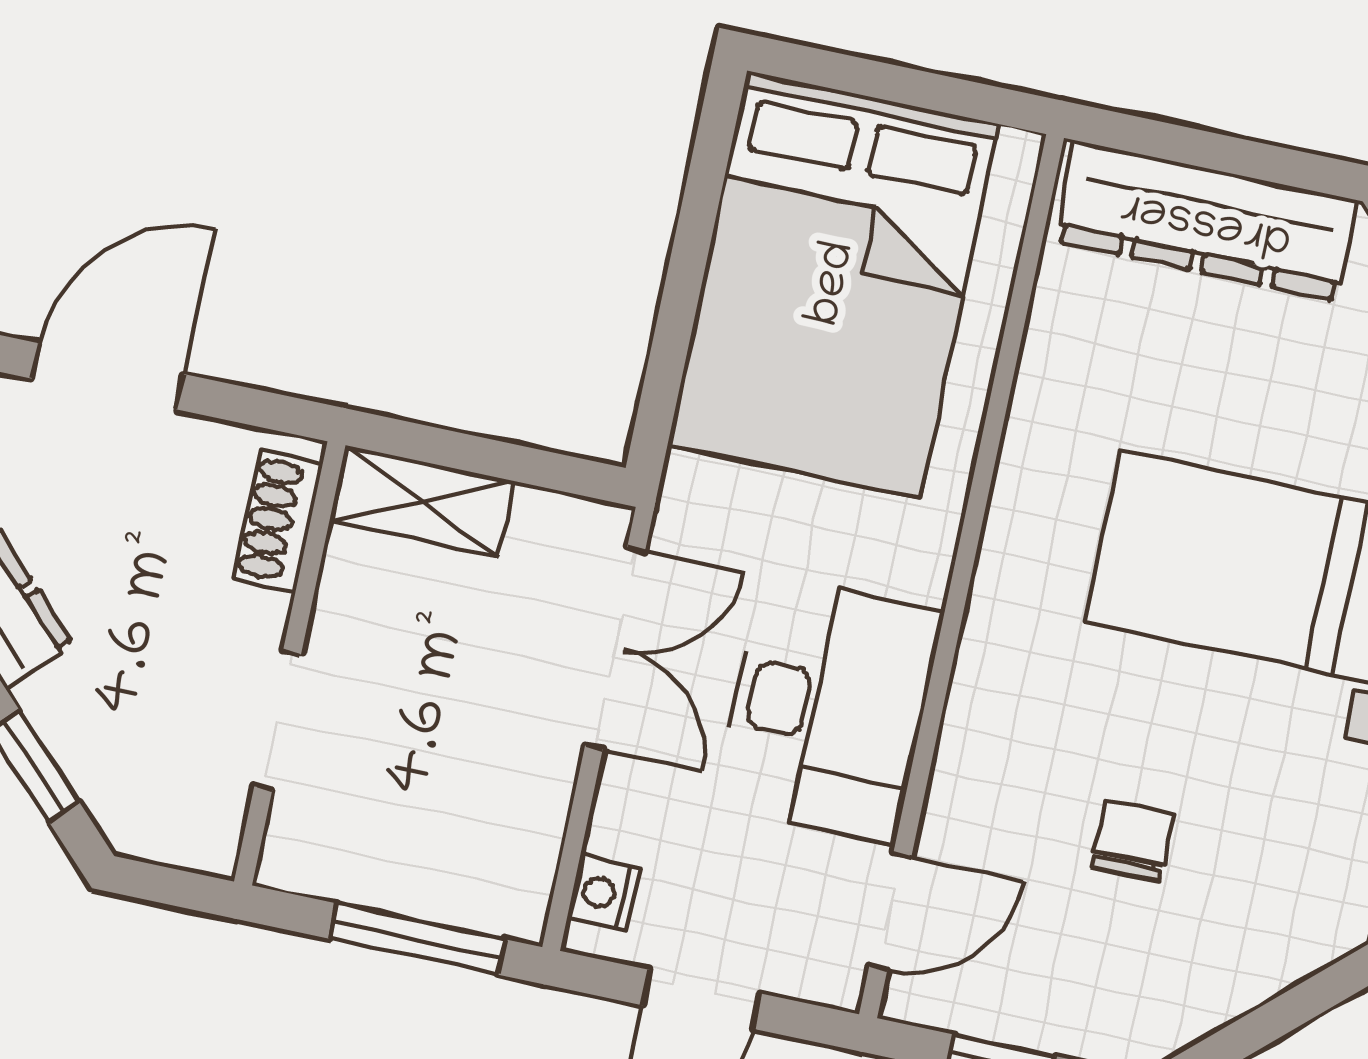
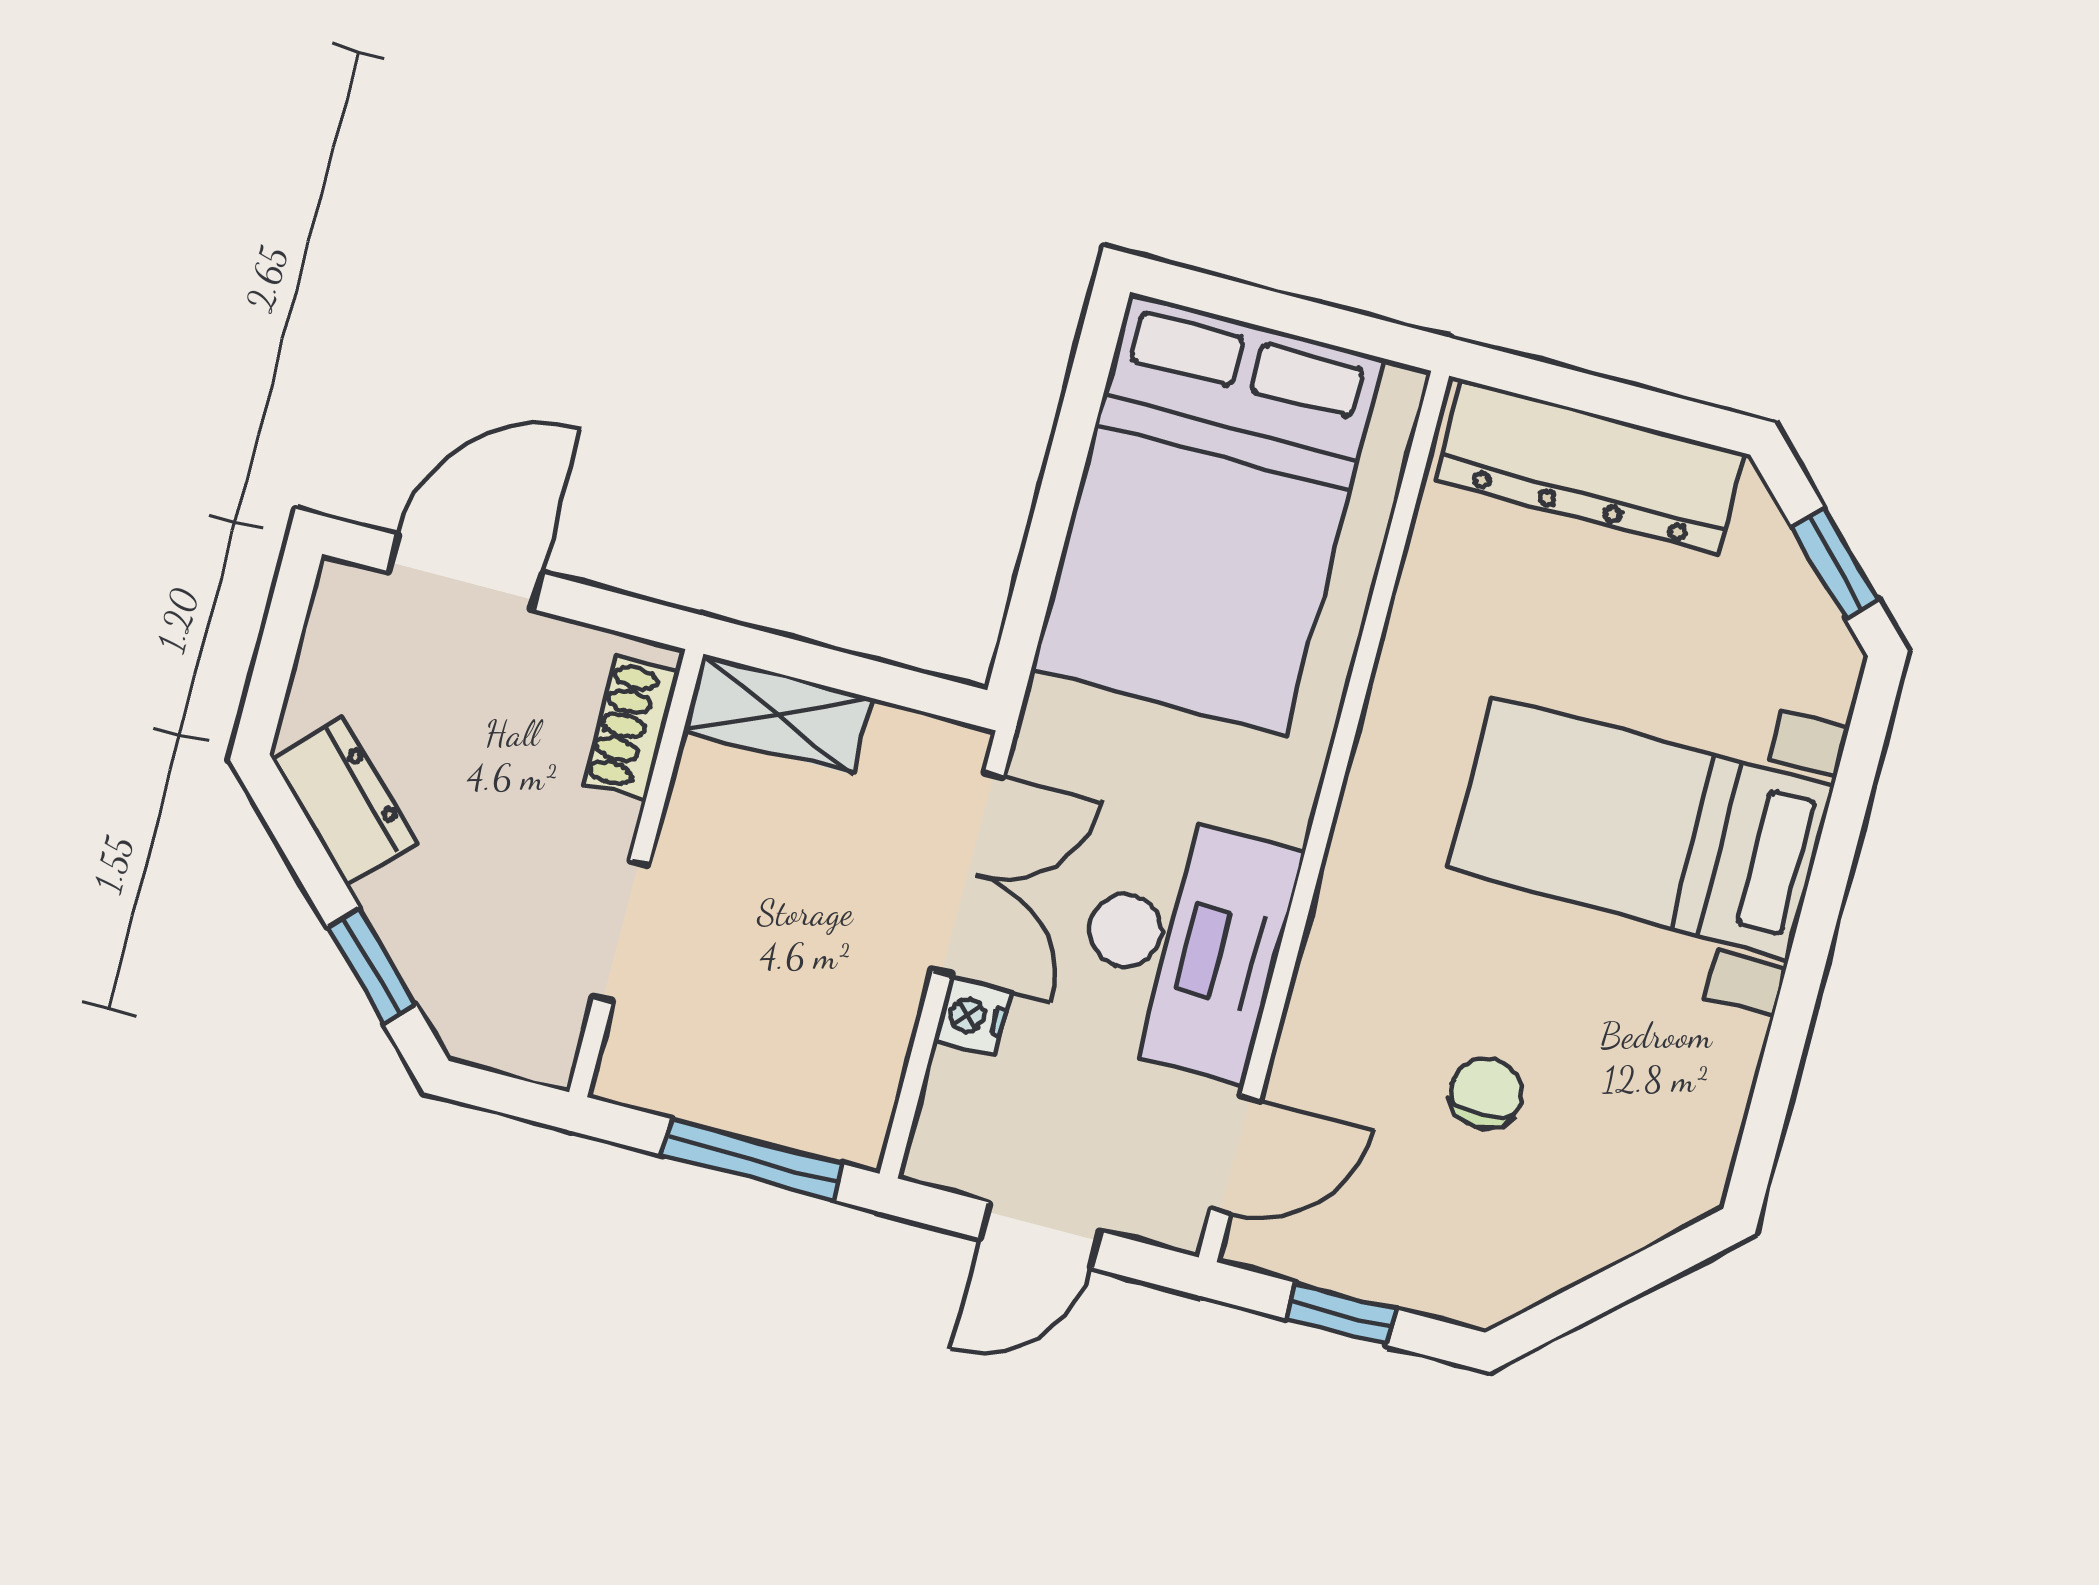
nightstand: (604, 893) -> (972, 1016), moved

